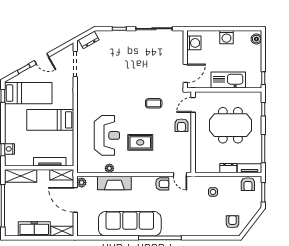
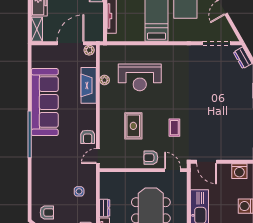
rug: (140, 142) -> (133, 126), moved
shelving: (62, 175) -> (97, 29), removed

